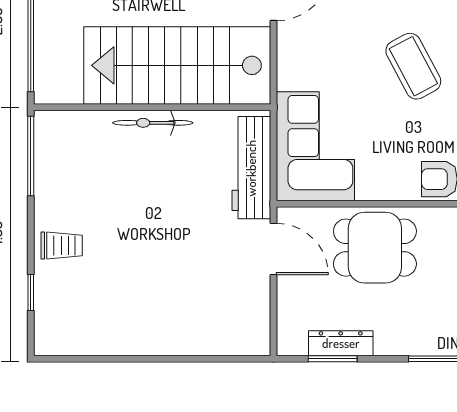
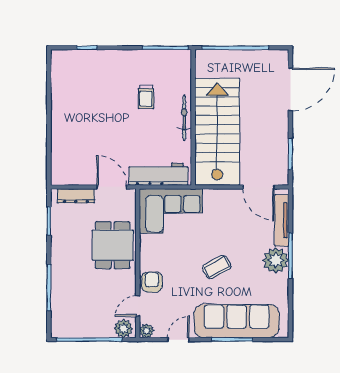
coffee table: (413, 66) -> (217, 267), width x0.73, depth x0.77
trolley: (62, 246) -> (146, 97), moved
door: (273, 249) -> (112, 187), swing flipped
dresser: (341, 343) -> (76, 196), moved, turned 90

